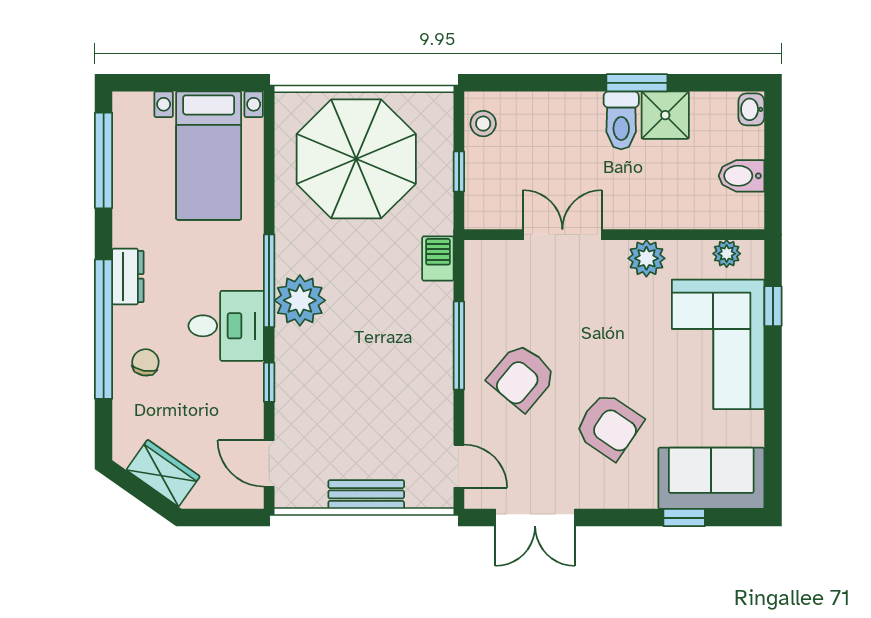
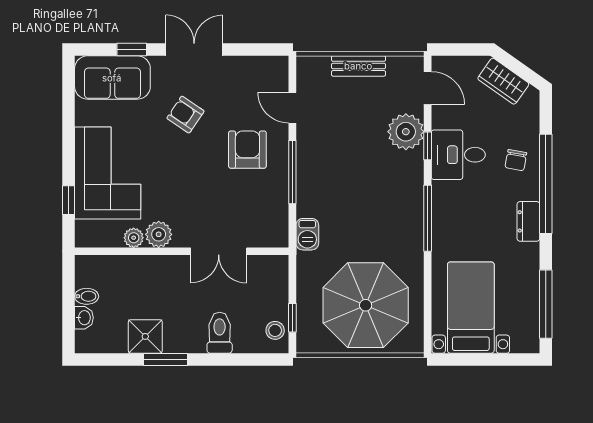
washbasin: (751, 109) -> (84, 318), moved
toilet: (621, 120) -> (220, 333), moved
window: (459, 171) -> (292, 318), moved
bidet: (741, 176) -> (87, 296), width x0.72, depth x0.74
plant: (727, 254) -> (134, 238), moved
plant: (300, 300) -> (406, 132), moved
desk: (226, 326) -> (458, 155), moved
armchair: (522, 377) -> (247, 150), turned -40
armchair: (609, 426) -> (185, 115), width x0.72, depth x0.72
door: (459, 466) -> (292, 108), moved
double door: (535, 518) -> (194, 50), moved

